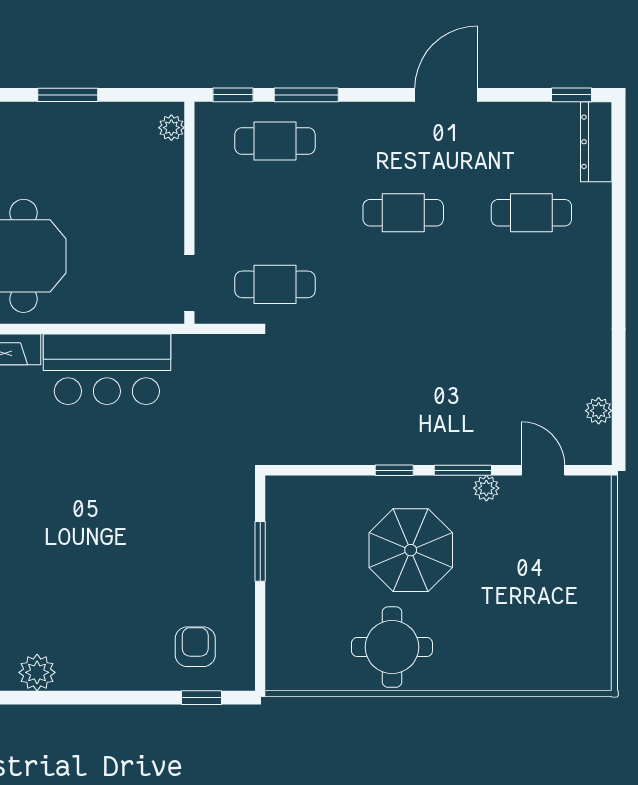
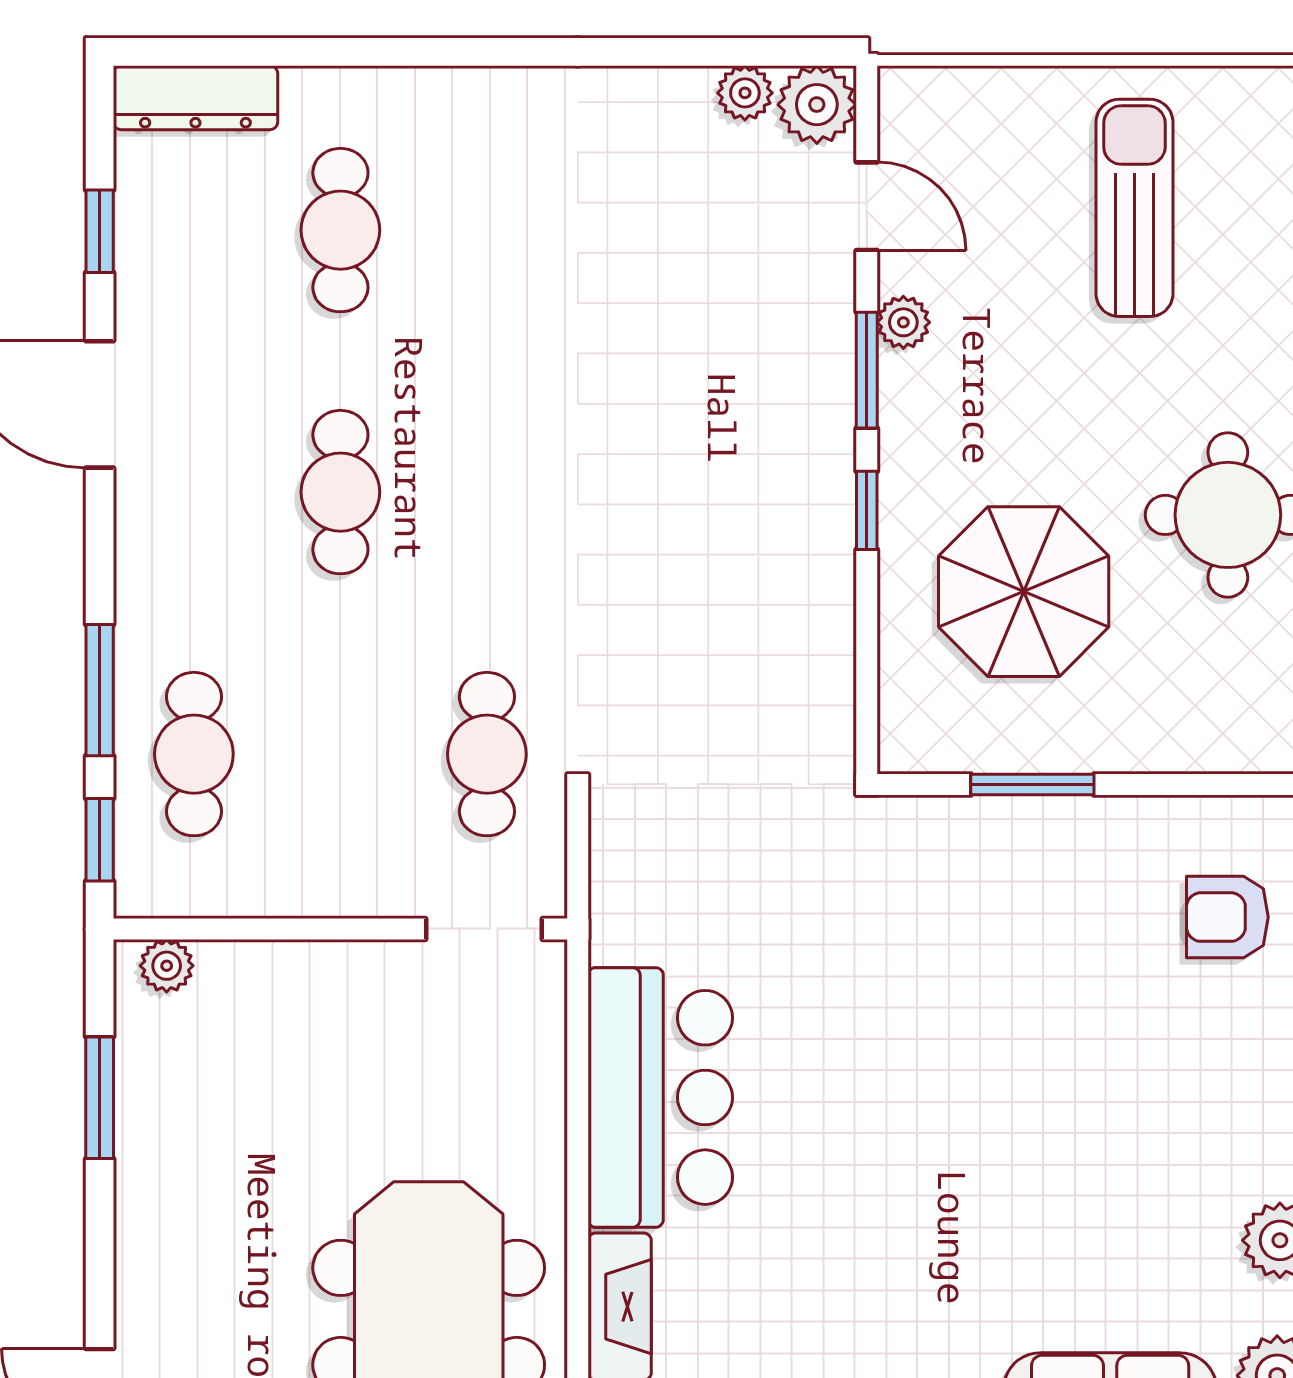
window: (68, 95) -> (100, 1098), moved
window: (571, 95) -> (100, 231), moved
plant: (593, 446) -> (817, 105), added
door: (543, 470) -> (867, 206), swing flipped
parasol: (411, 550) -> (1024, 592), moved
sun lounger: (542, 601) -> (1134, 208), added

